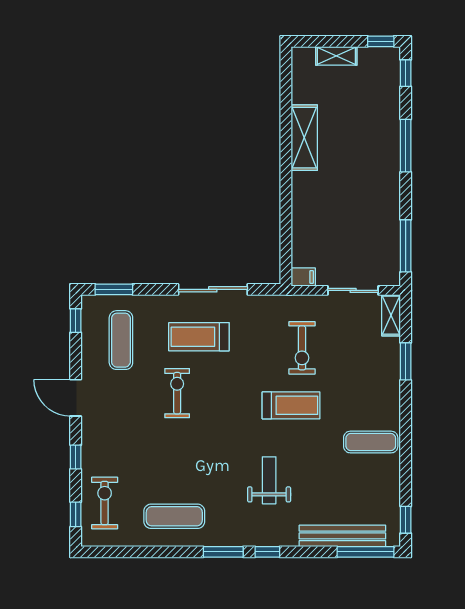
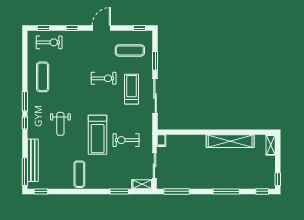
shelving: (336, 56) -> (271, 145), moved
shelving: (304, 138) -> (230, 141), width x1.47
window: (114, 289) -> (155, 61), moved
treadmill: (291, 405) -> (98, 135), width x1.37, depth x1.38
weight bench: (269, 480) -> (60, 124), turned 90

